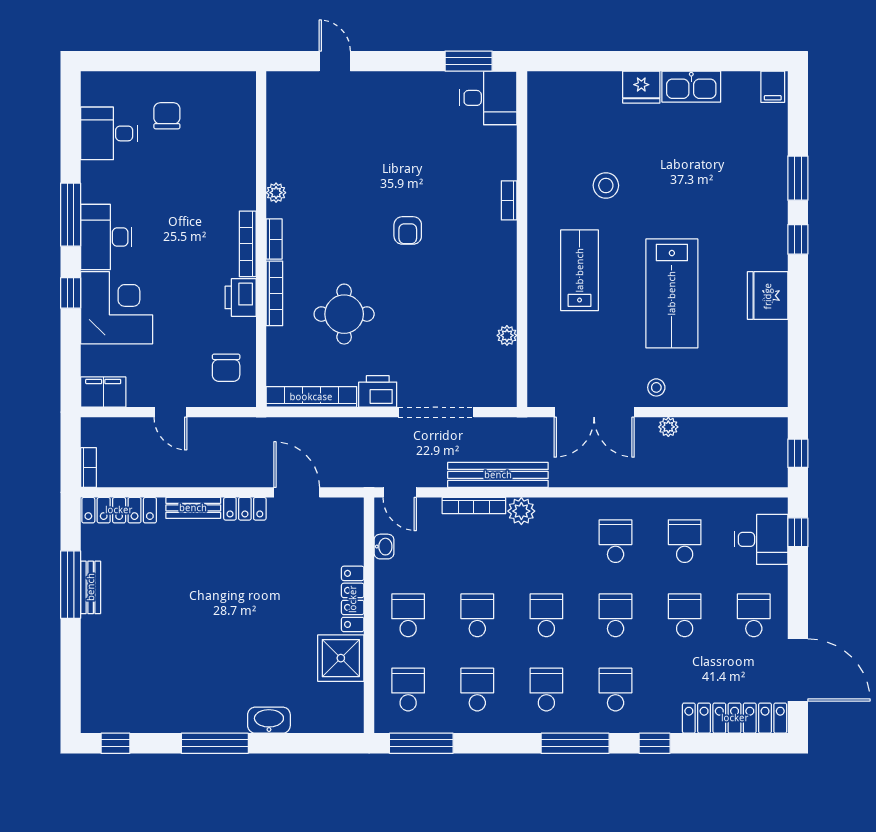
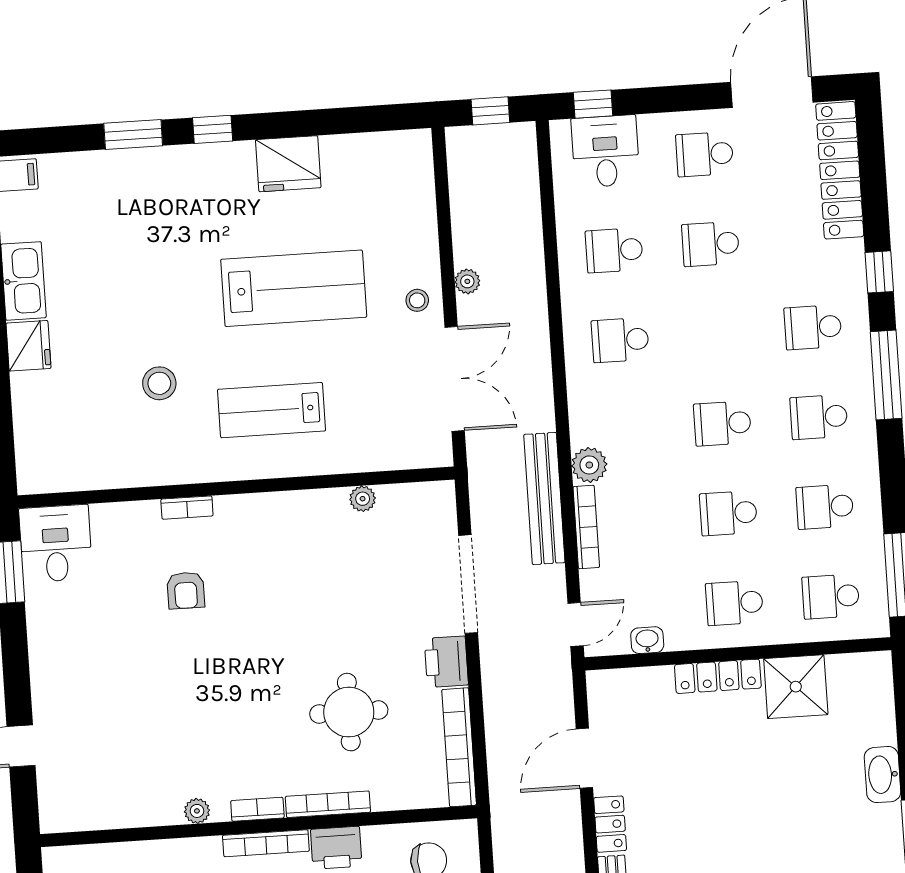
armchair: (408, 230) -> (186, 590), moved, turned 90
school desk: (616, 615) -> (717, 334), removed

